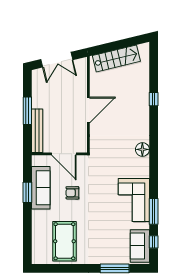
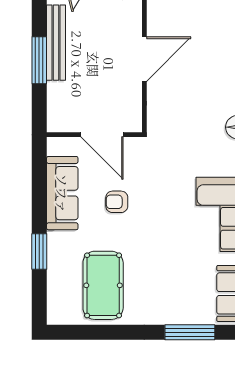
bench: (37, 131) -> (56, 43), moved
window: (27, 192) -> (39, 251), moved

